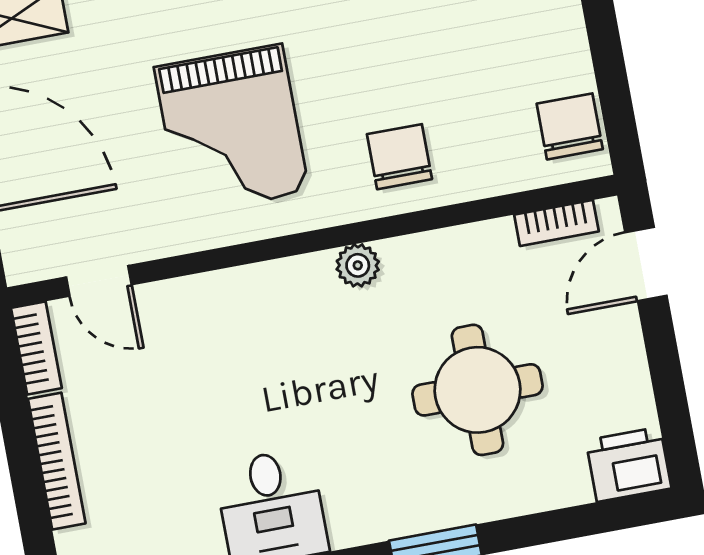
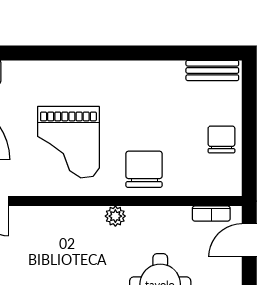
chair: (570, 126) -> (221, 139), moved
chair: (399, 157) -> (144, 169), width x1.37, depth x1.37

